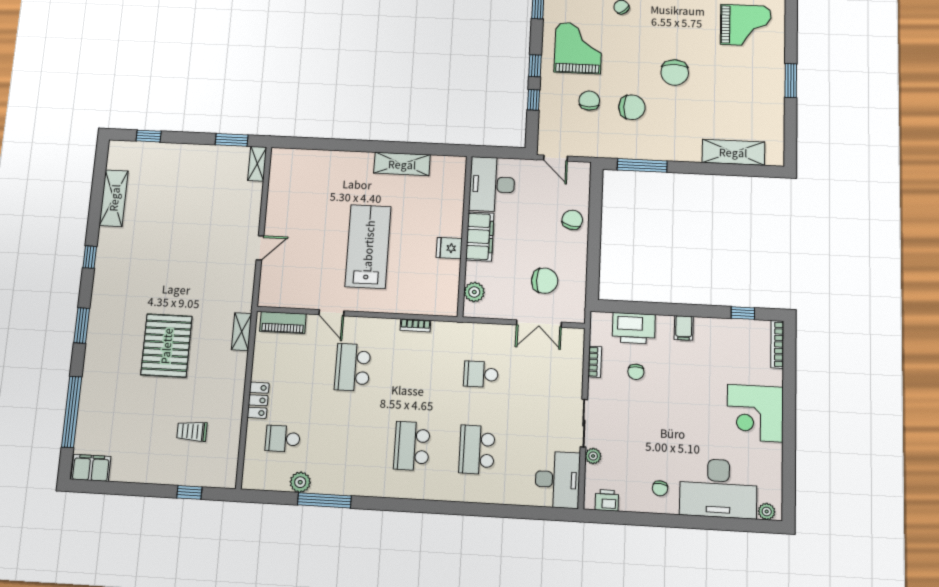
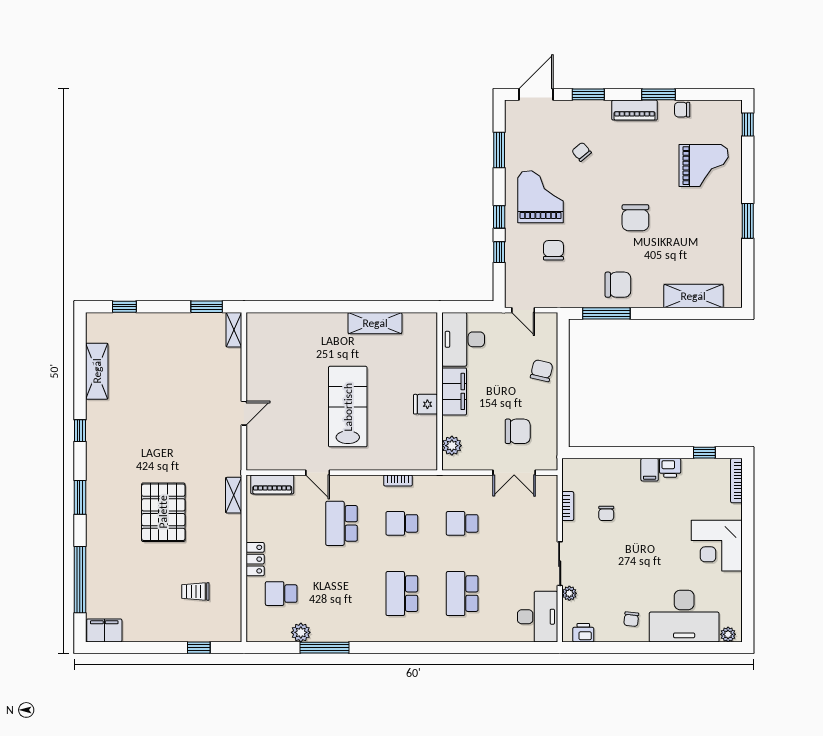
chair: (632, 107) -> (618, 285), moved
printer: (634, 328) -> (670, 468), moved, width x0.53, depth x0.68
school desk: (417, 371) -> (402, 523), added

